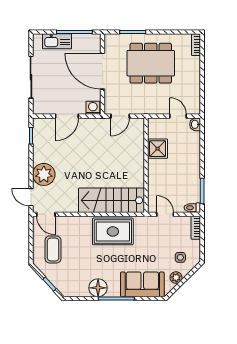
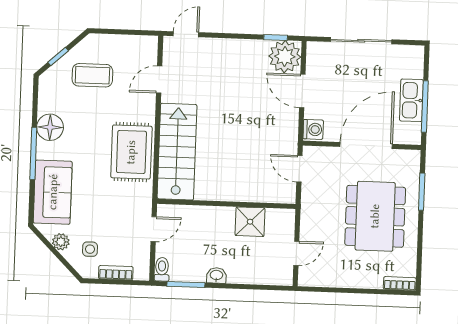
kitchen sink: (57, 41) -> (411, 100), moved
washbasin: (195, 124) -> (216, 275), moved
plant: (44, 174) -> (285, 57), moved
door: (46, 214) -> (159, 79), moved
bookcase: (196, 228) -> (116, 273), moved
coffee table: (53, 249) -> (92, 75), moved

